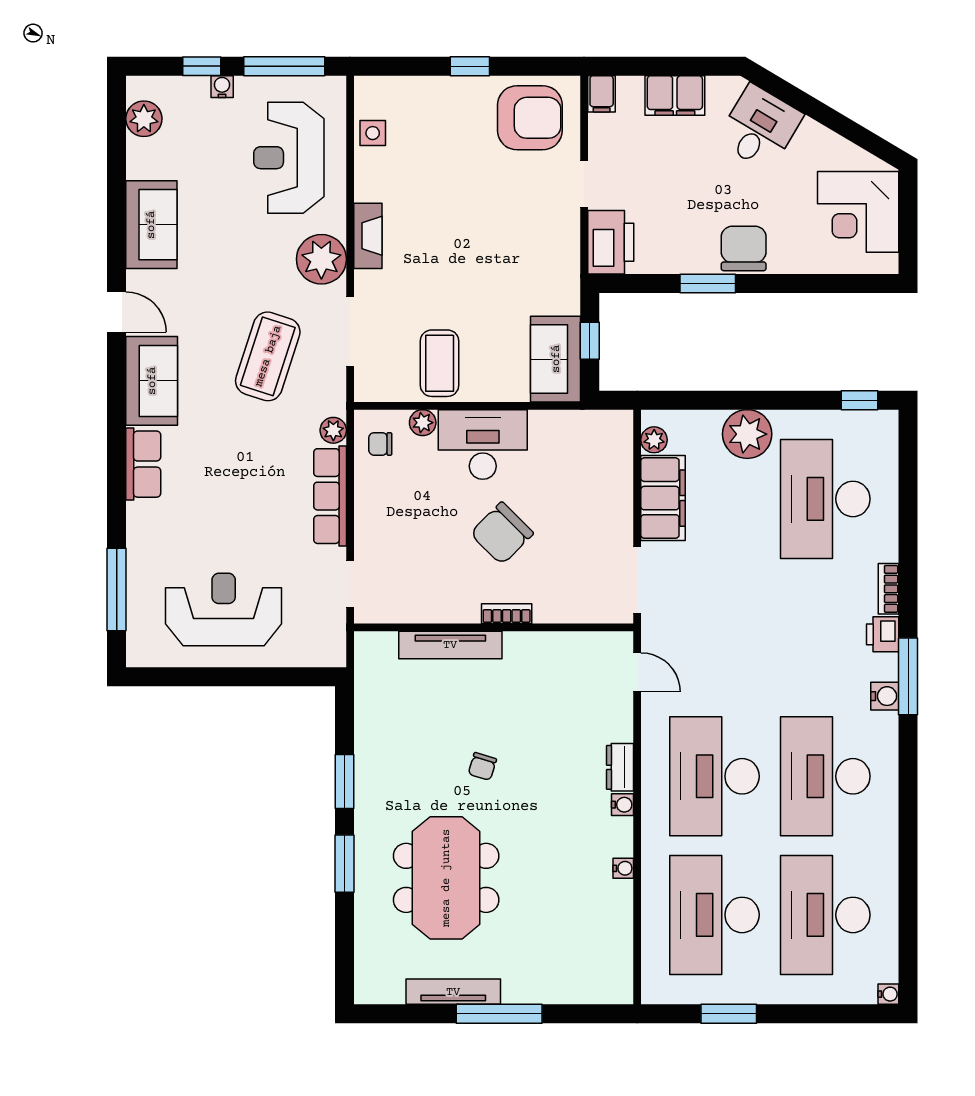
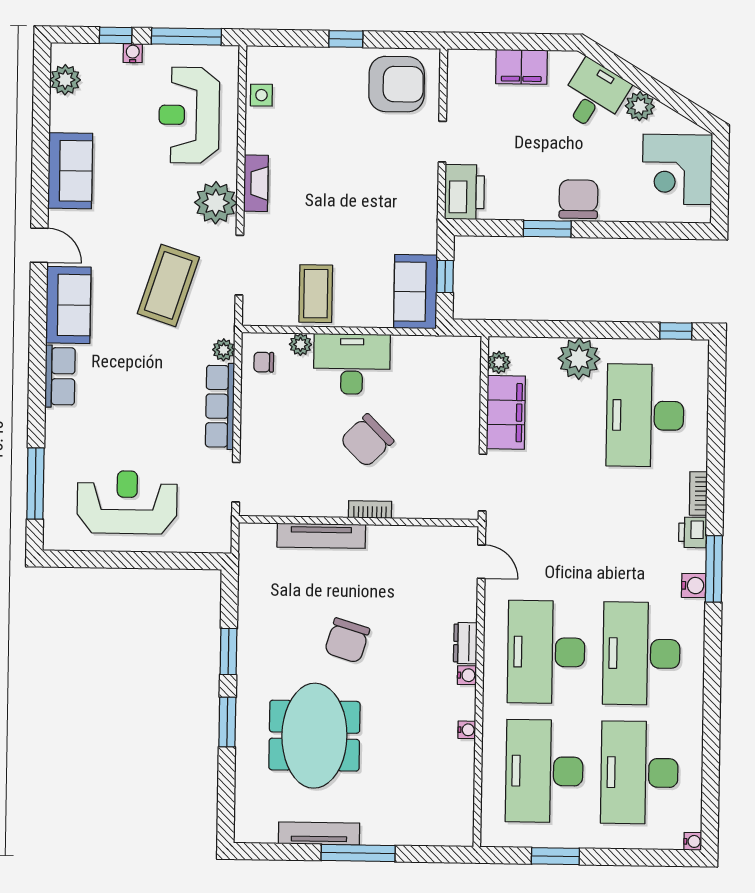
filing cabinet: (602, 94) -> (459, 64), removed
plant: (813, 139) -> (640, 106), added
chair: (482, 766) -> (347, 640), width x1.87, depth x1.87

